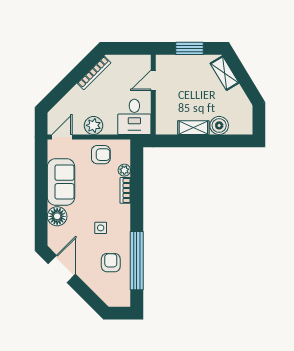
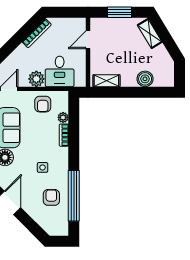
desk: (134, 117) -> (60, 71), moved
shelving: (193, 128) -> (106, 81), moved
armchair: (101, 155) -> (43, 104), turned 90

